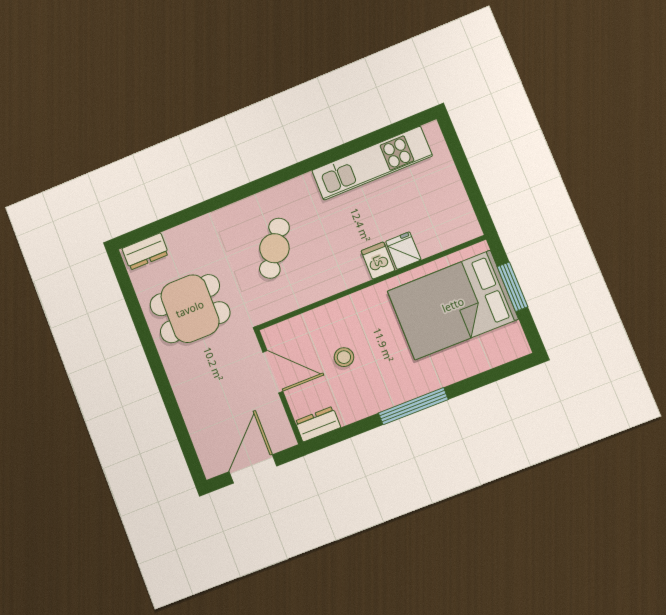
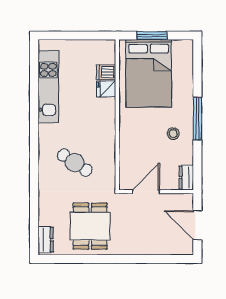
dishwasher: (378, 261) -> (106, 72), moved
stool: (344, 357) -> (173, 134), moved

